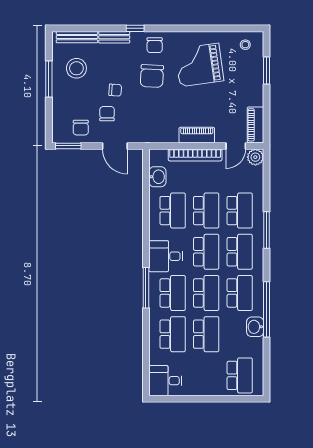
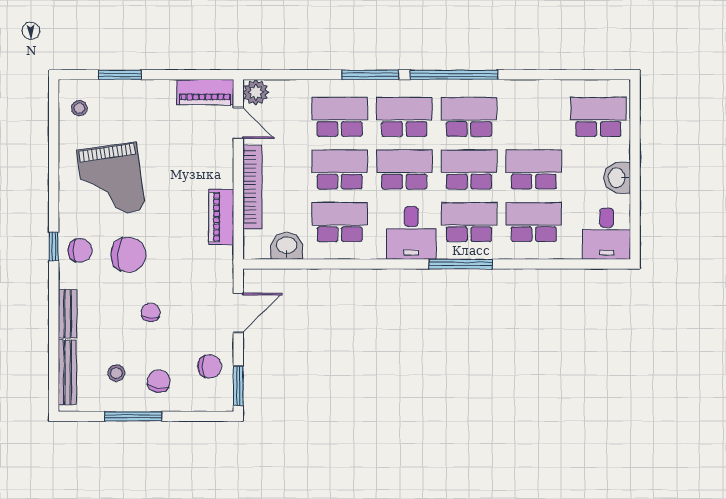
window: (135, 28) -> (54, 247), moved
stool: (76, 68) -> (116, 373), width x0.53, depth x0.53
chair: (107, 114) -> (159, 381), moved, turned 97
piano: (197, 135) -> (221, 217), moved
window: (266, 309) -> (454, 75), moved
washbasin: (255, 327) -> (617, 178), moved, turned 90

